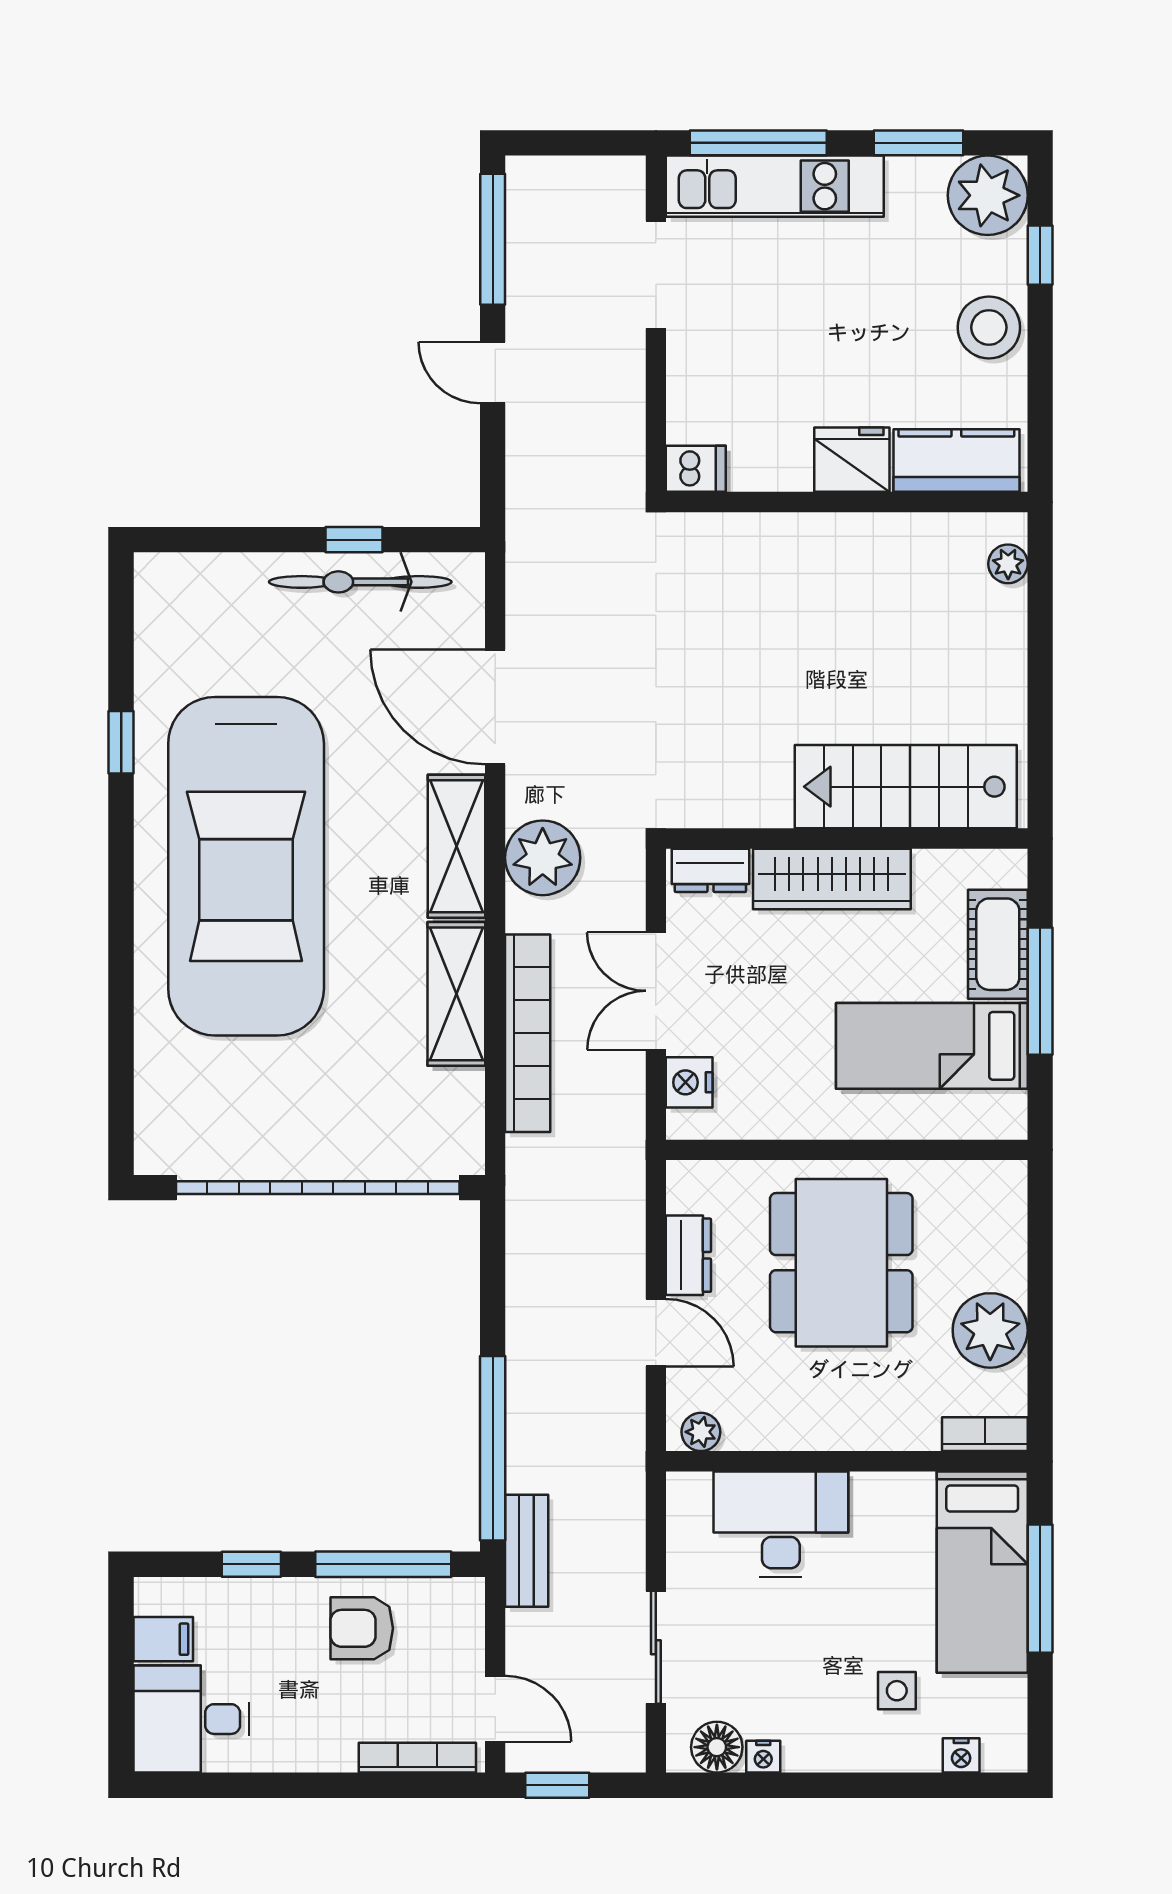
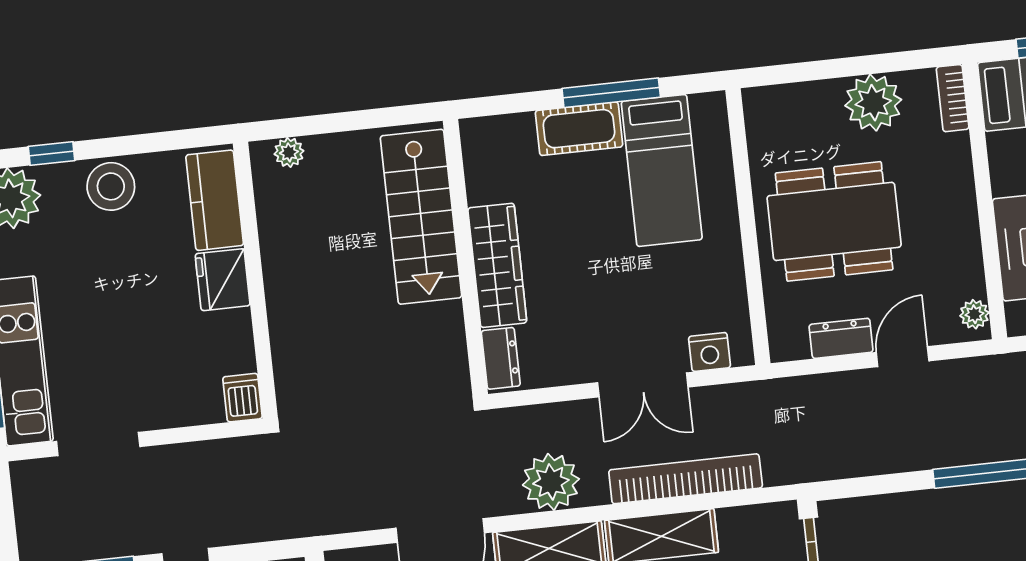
stairs: (906, 787) -> (421, 217), moved
wall: (847, 839) -> (465, 257), moved
dresser: (710, 870) -> (501, 358), moved
wardrobe: (832, 879) -> (497, 265), moved

